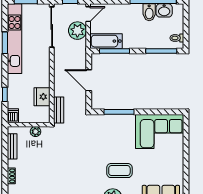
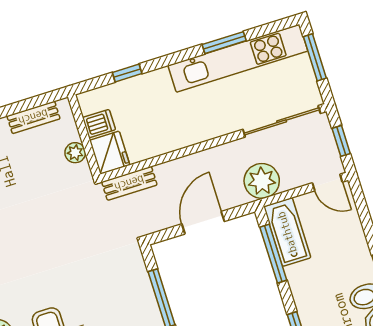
plant: (77, 31) -> (262, 181), moved
fridge: (42, 97) -> (110, 153), moved, turned 90
dishwasher: (13, 116) -> (99, 124), moved

